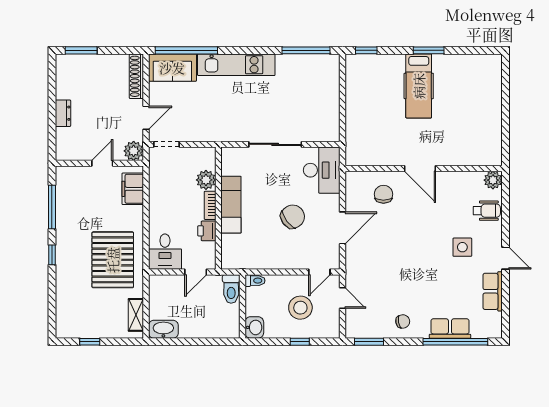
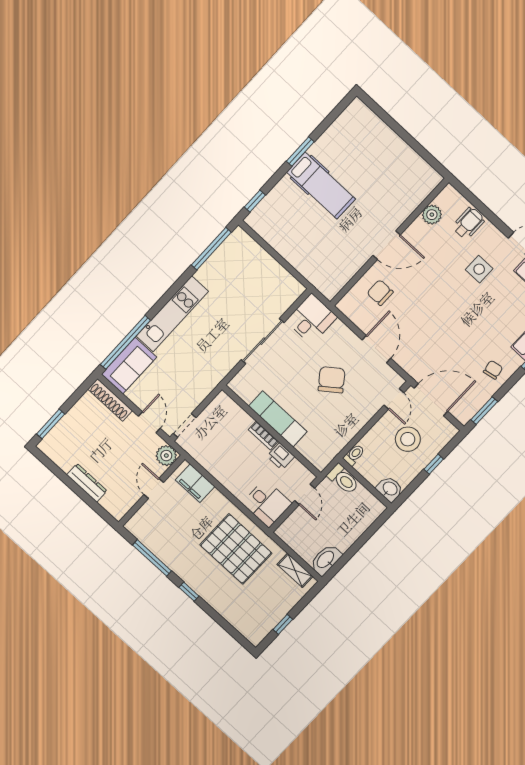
dresser: (63, 113) -> (87, 483), width x1.44
desk: (322, 170) -> (311, 319), width x0.73
plant: (206, 180) -> (241, 420), removed
plant: (493, 180) -> (432, 215), moved
door: (343, 298) -> (431, 400), width x1.88

